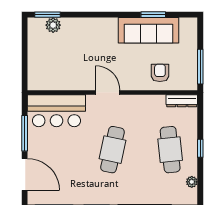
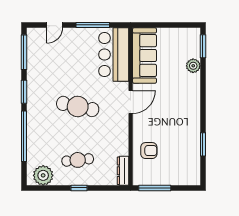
plant: (53, 25) -> (193, 66), moved
sofa: (149, 30) -> (145, 56), moved, turned 180
cafe table: (170, 150) -> (78, 160), width x0.73, depth x0.74
door: (25, 174) -> (55, 25), width x0.53
plant: (192, 182) -> (43, 175), width x1.88, depth x1.88

